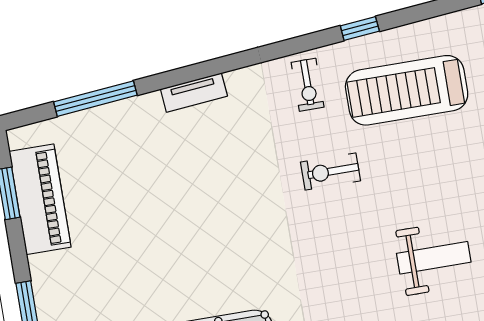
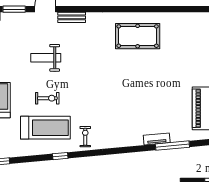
tv unit: (194, 93) -> (157, 139), moved
exercise bike: (330, 171) -> (47, 98), moved

